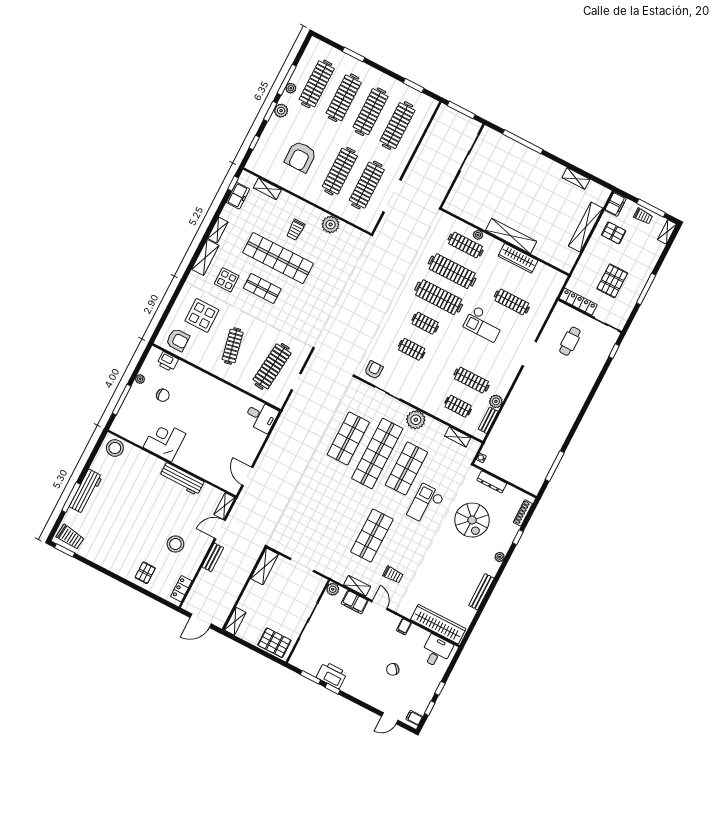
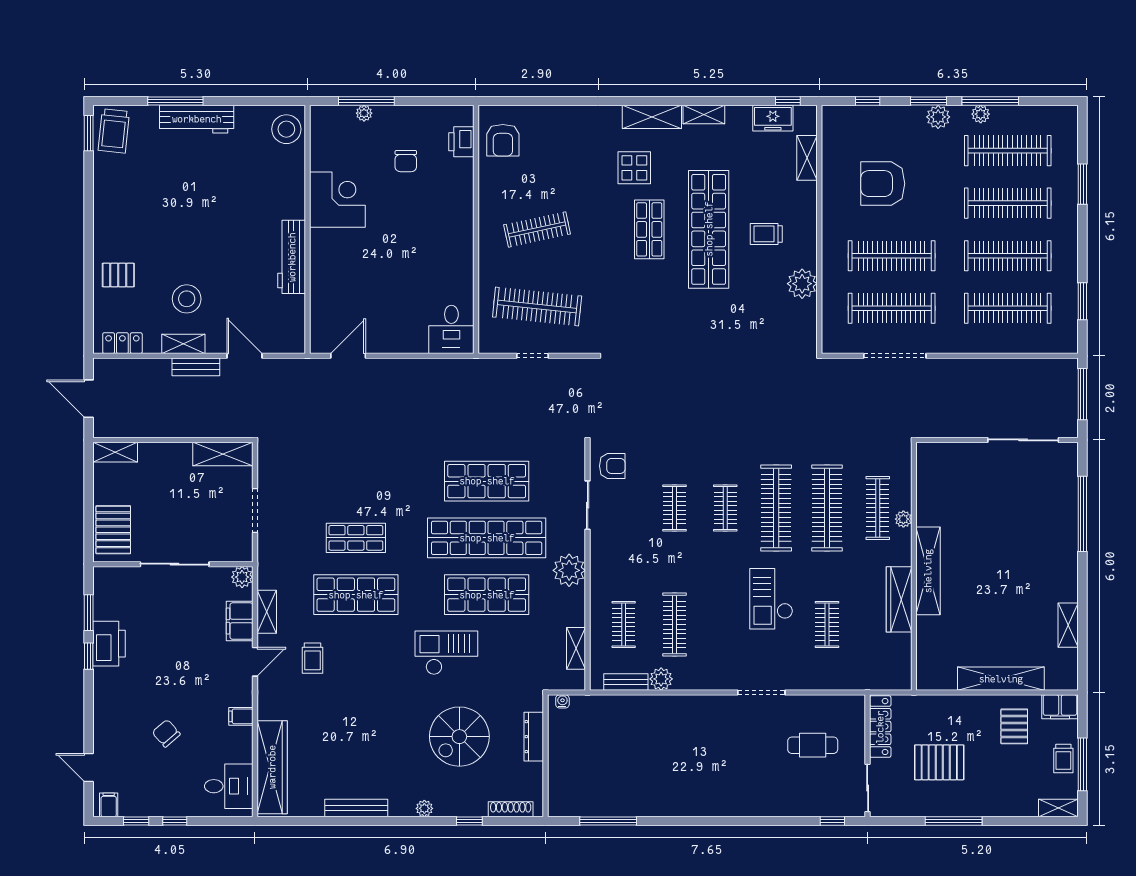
clothes rail: (512, 302) -> (827, 625), width x0.73
display table: (202, 315) -> (560, 158), removed
plant: (140, 379) -> (364, 113), moved
shelving: (224, 506) -> (183, 344), moved
shop shelf: (343, 520) -> (356, 538), added

